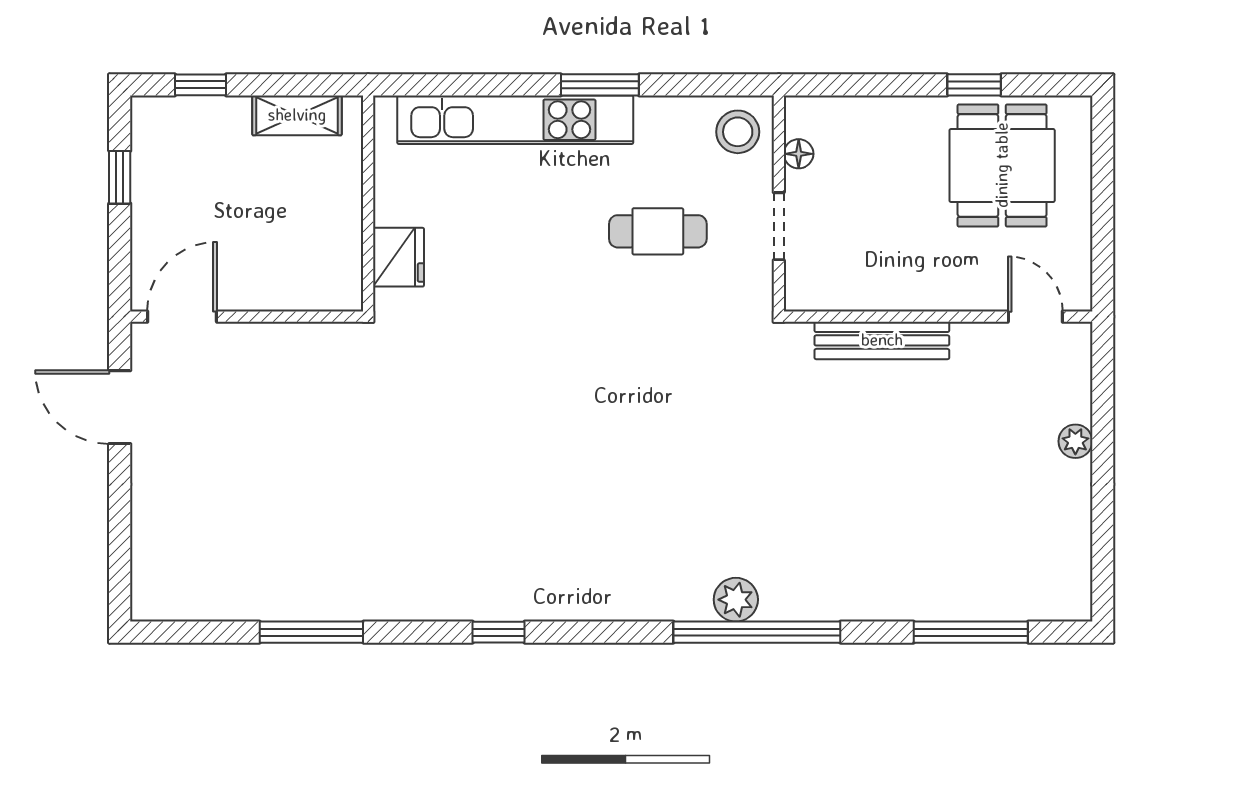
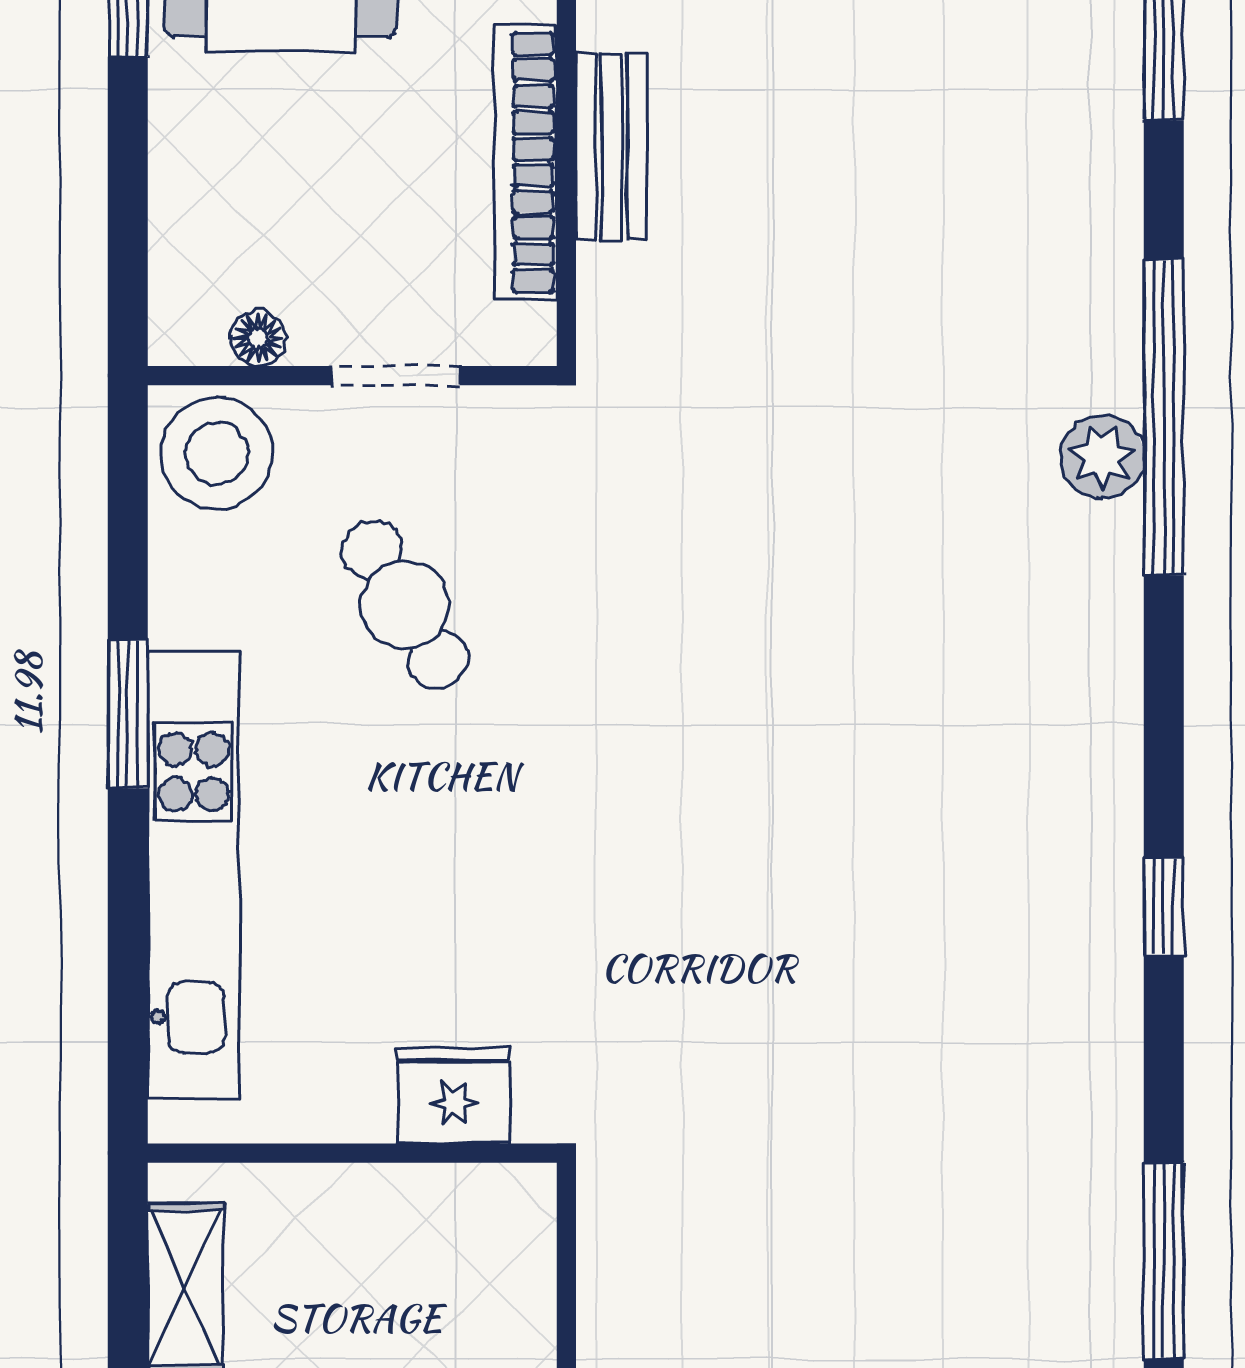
stool: (738, 132) -> (217, 453), width x1.38, depth x1.38
cafe table: (658, 231) -> (405, 605), turned -31
bookcase: (892, 295) -> (526, 162), added
bench: (882, 340) -> (612, 146), width x0.73

